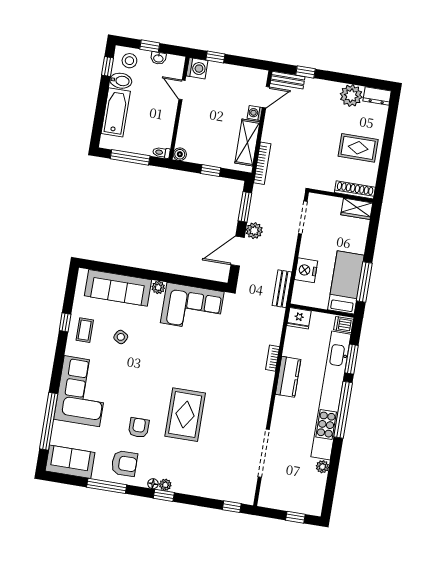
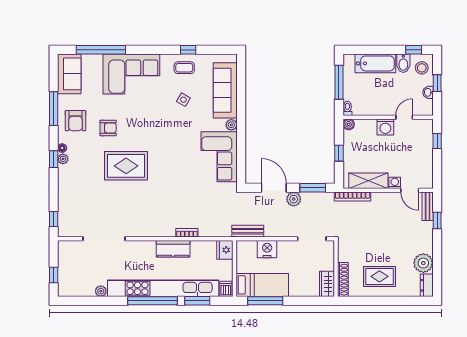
washing machine: (197, 68) -> (385, 127), moved
rug: (358, 148) -> (379, 276), turned 90

